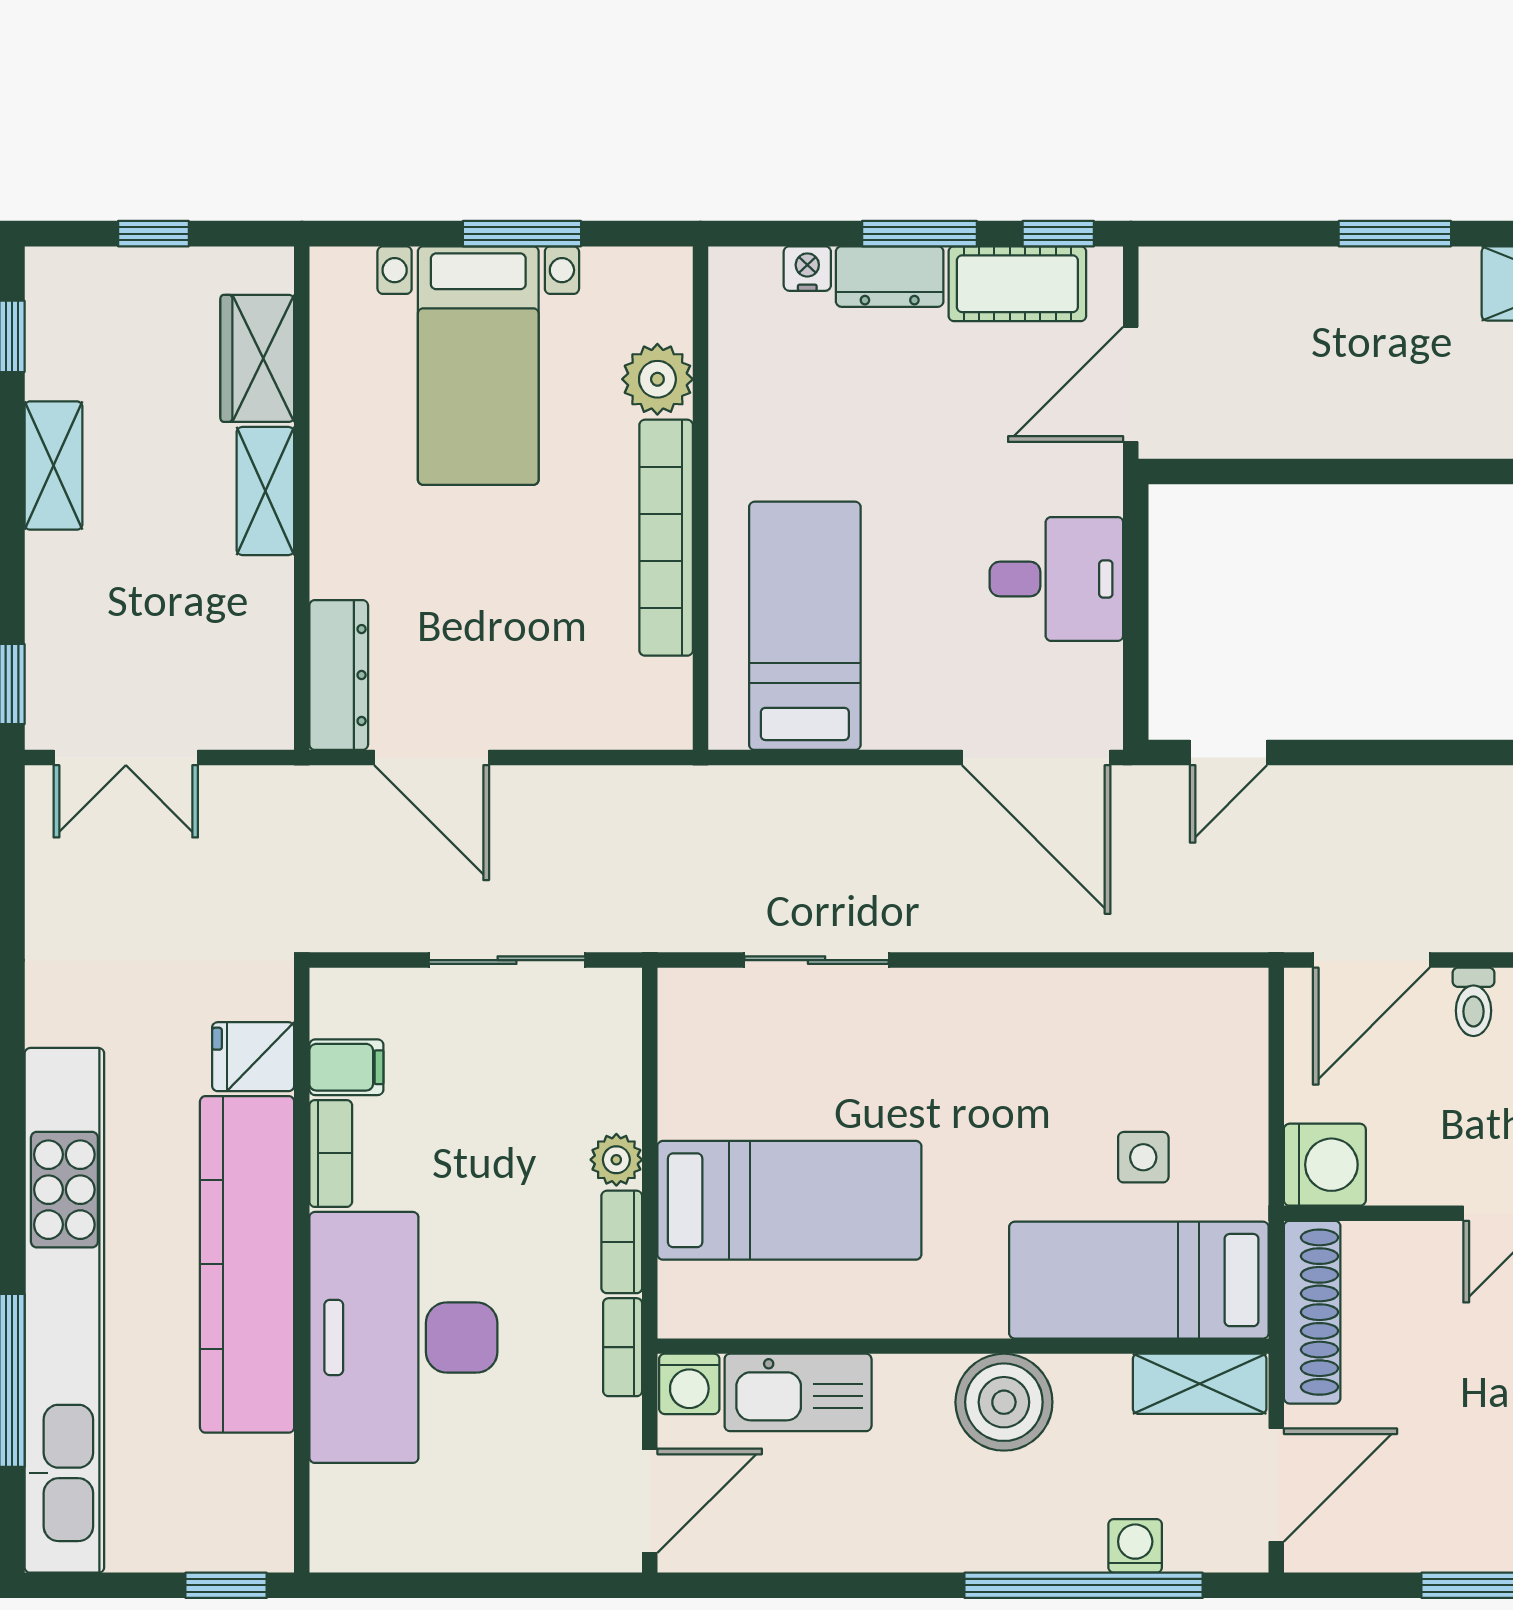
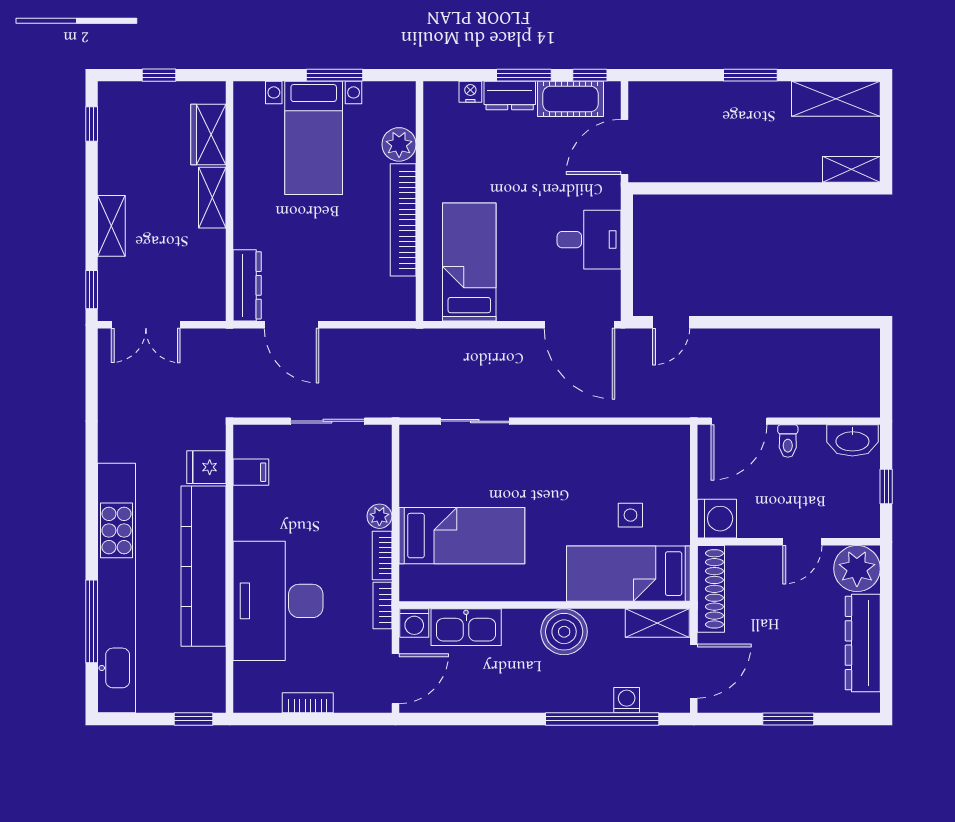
shelving: (53, 466) -> (111, 226), moved
bookcase: (331, 1153) -> (308, 703), moved, turned -90

